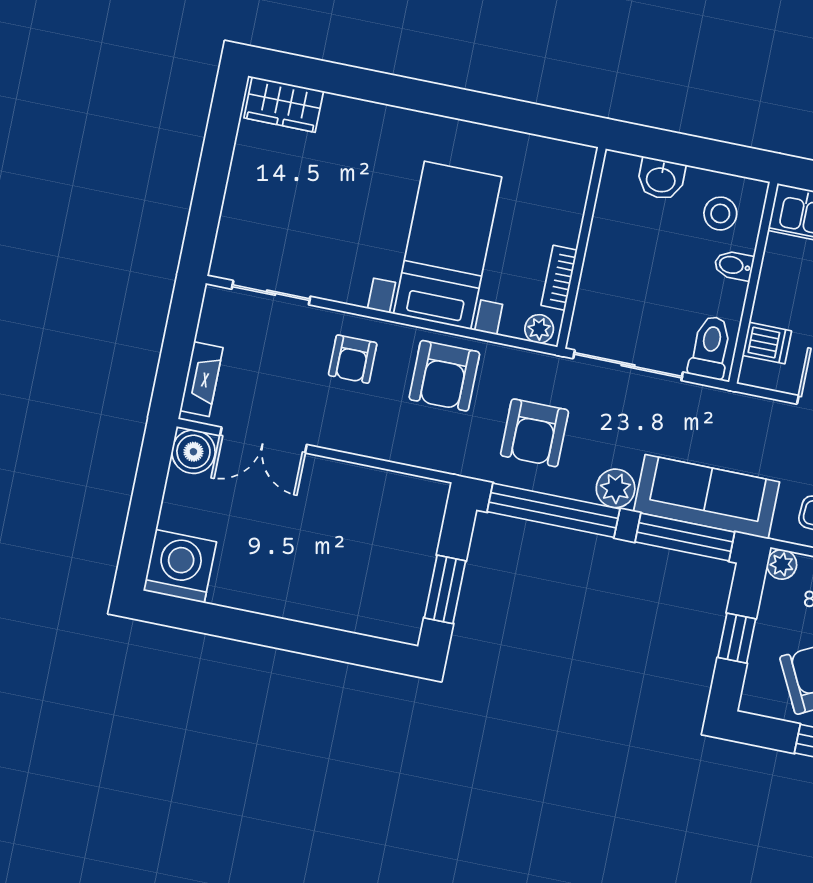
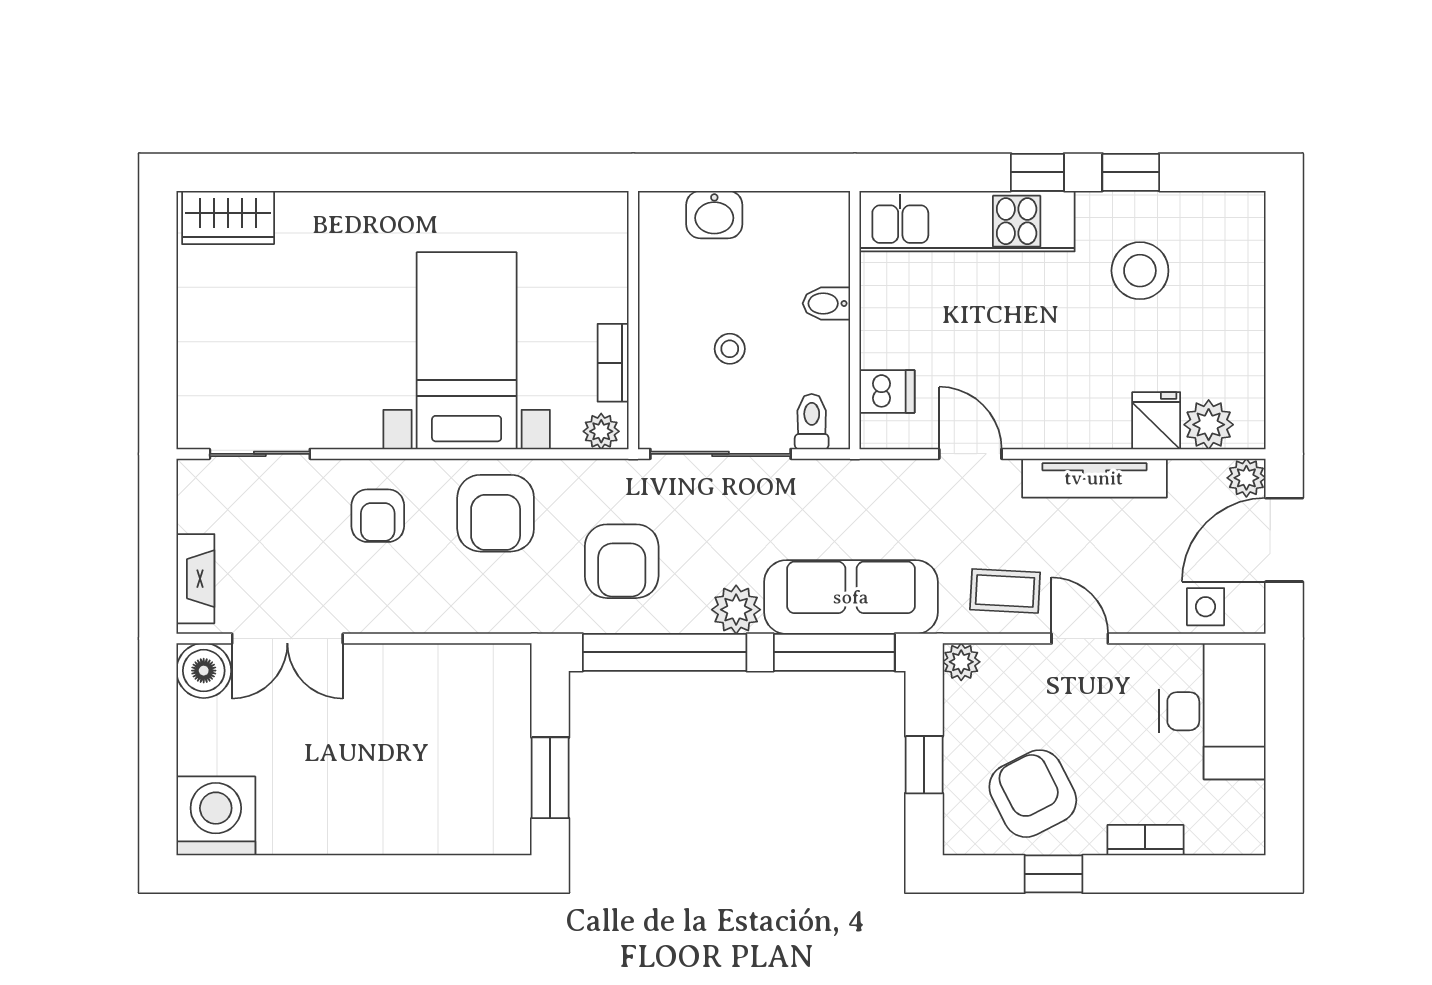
stool: (720, 214) -> (730, 349), moved, width x0.73, depth x0.73
toilet: (710, 347) -> (812, 422), width x0.73, depth x0.72

